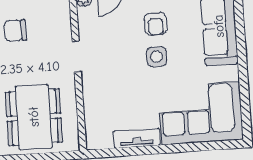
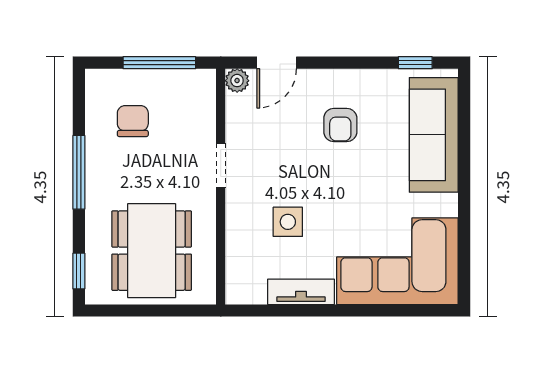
chair: (15, 31) -> (133, 121), turned 90
side table: (157, 57) -> (288, 222), moved

